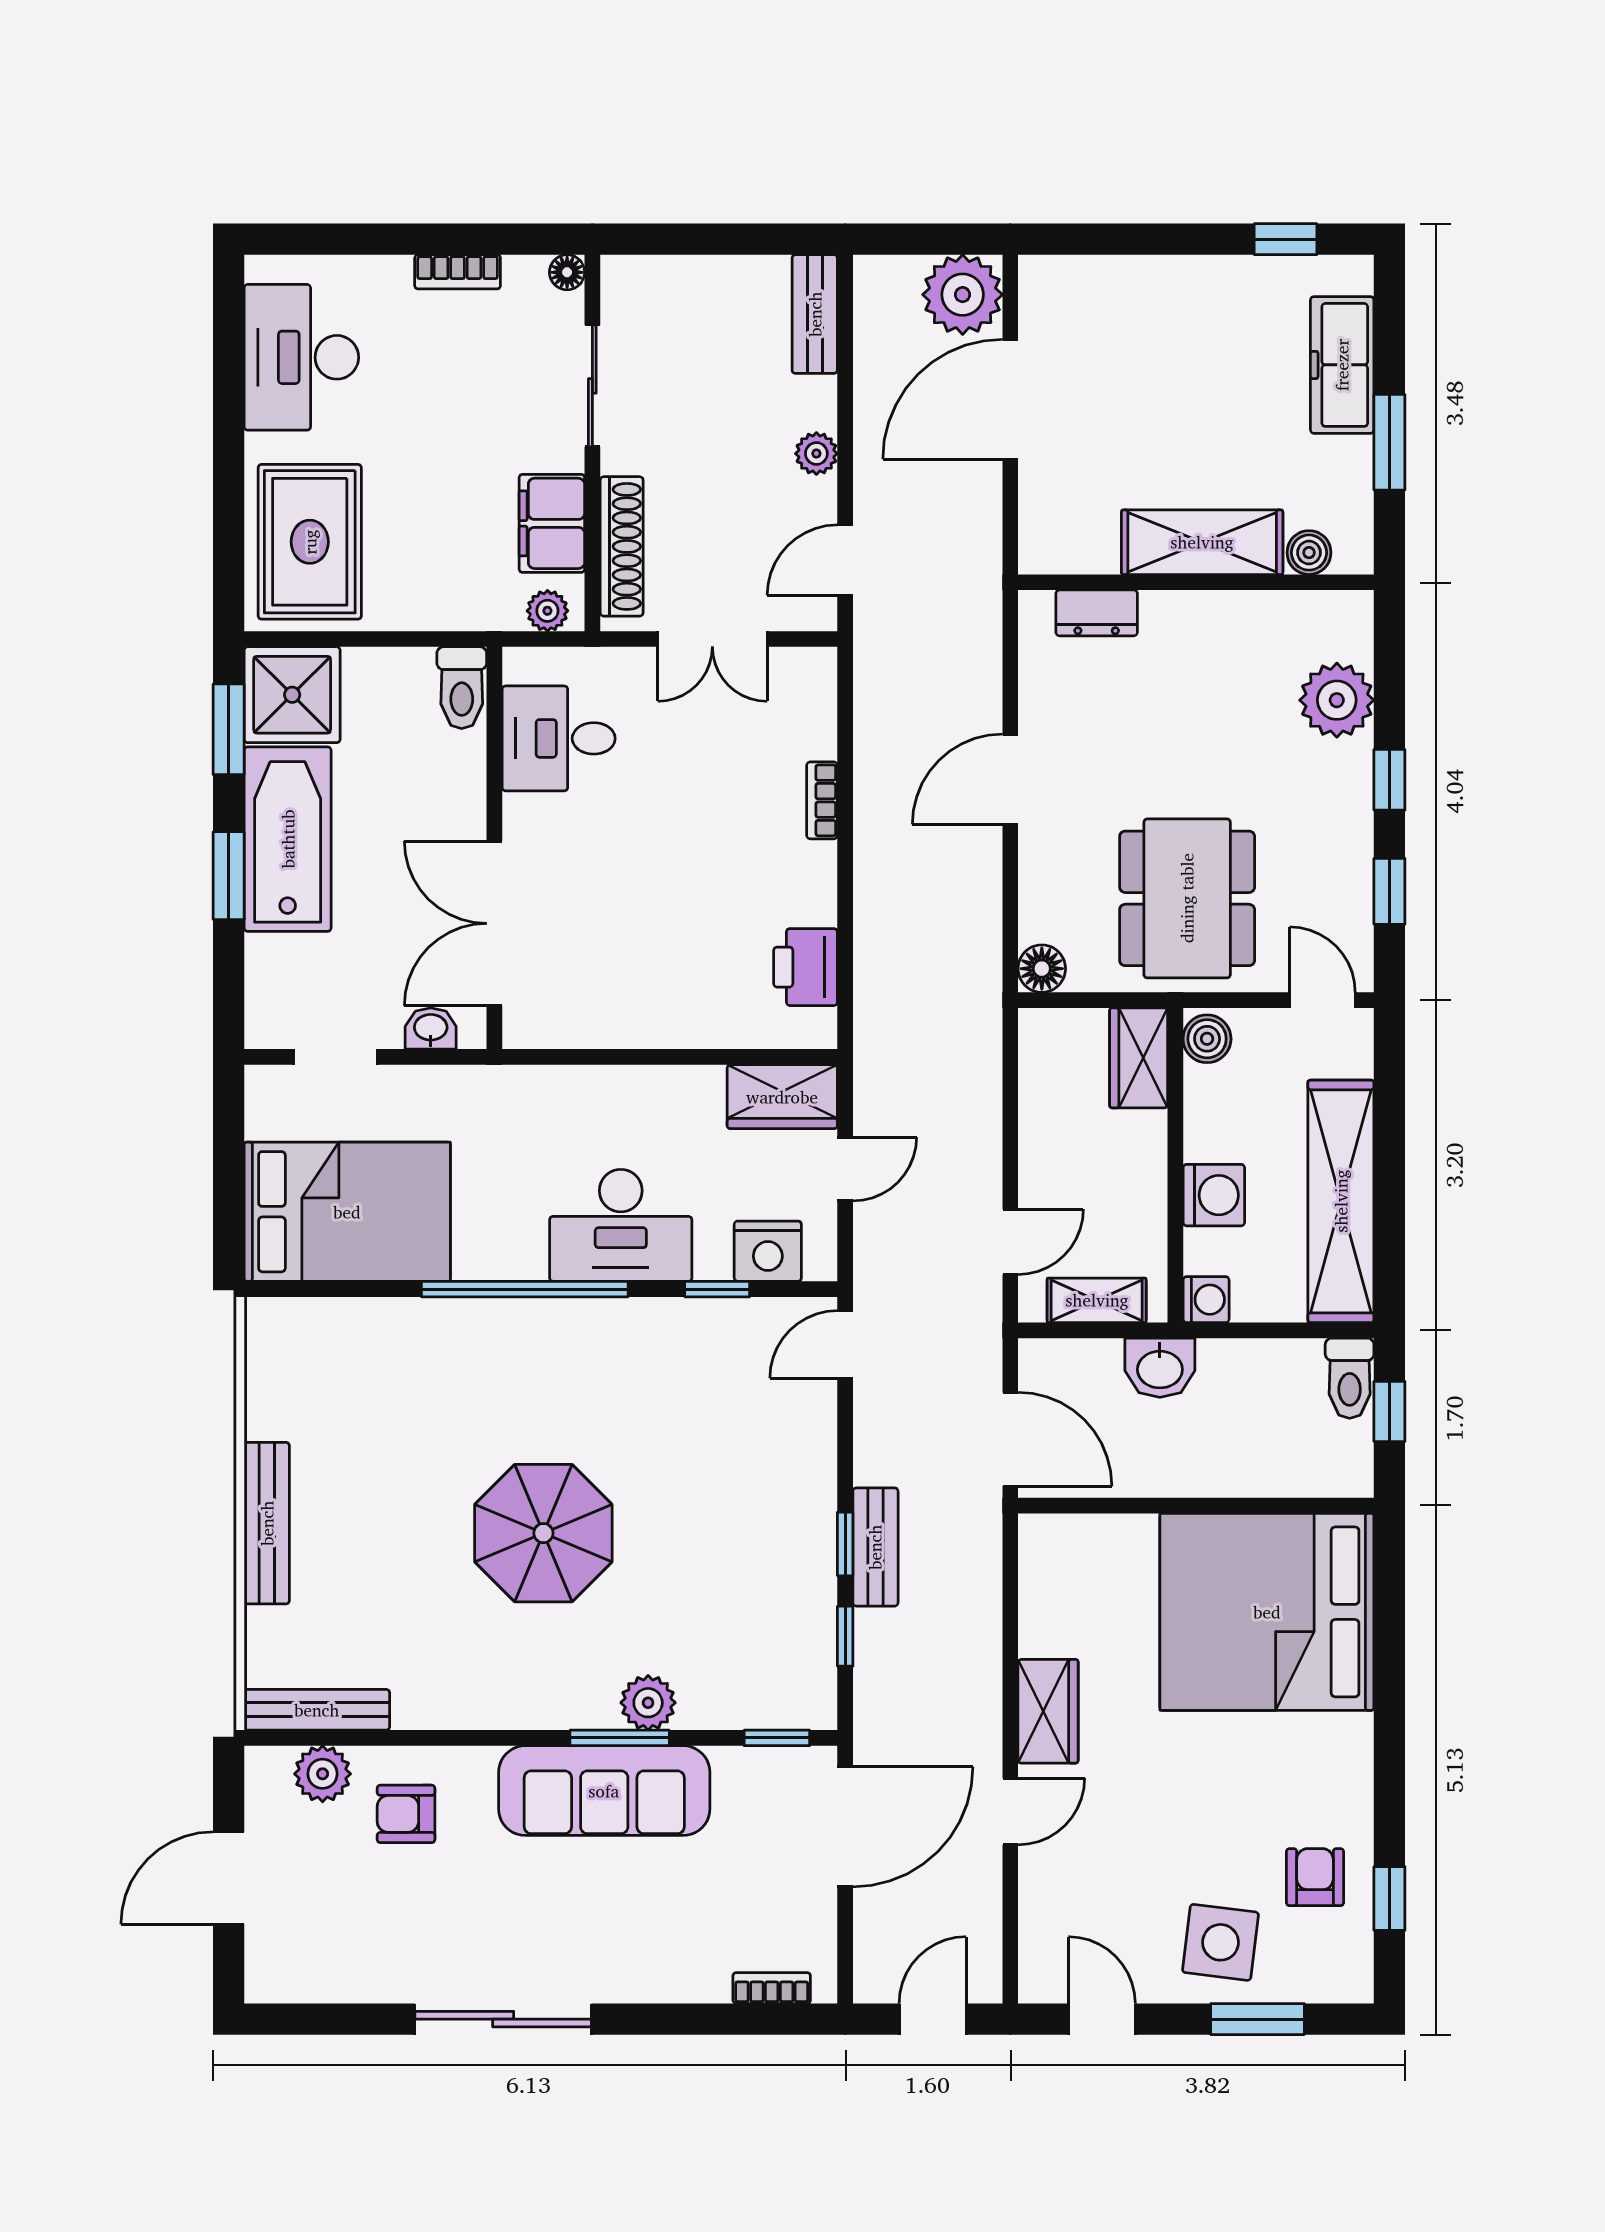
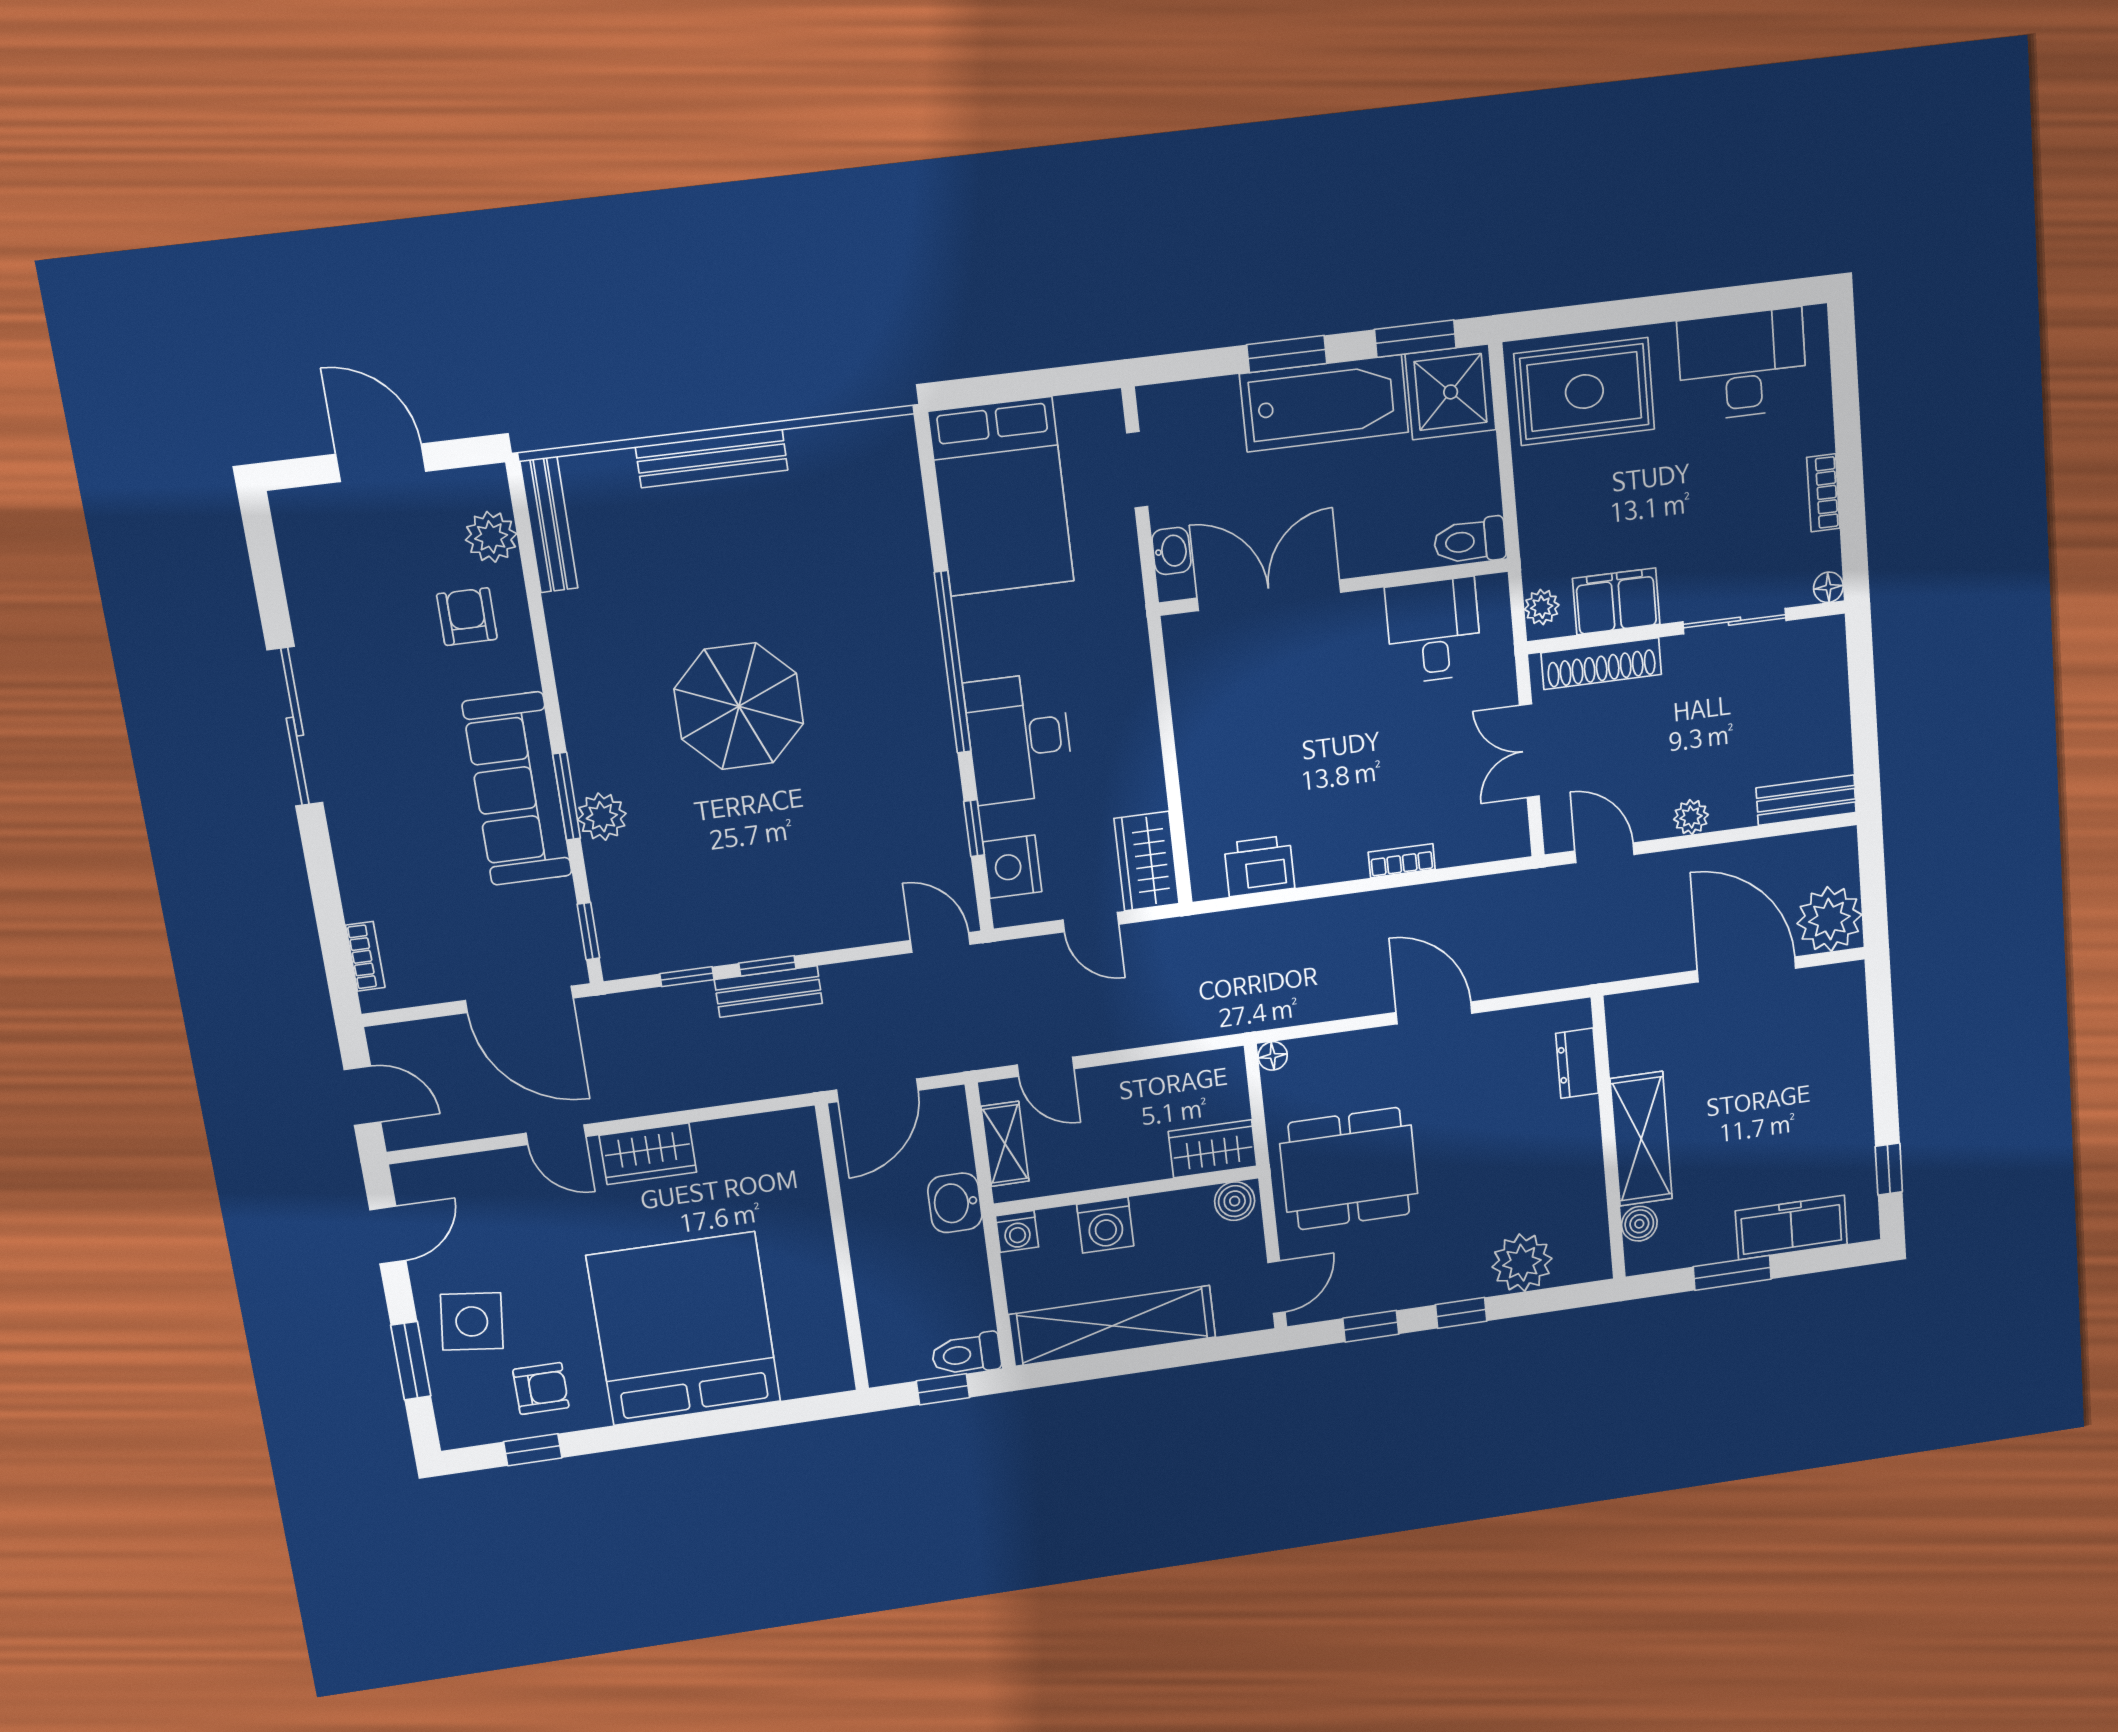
floor lamp: (1042, 969) -> (1273, 1056), width x0.73, depth x0.73
bed: (1267, 1612) -> (684, 1329), moved

